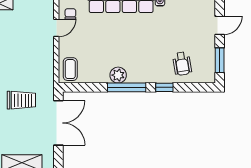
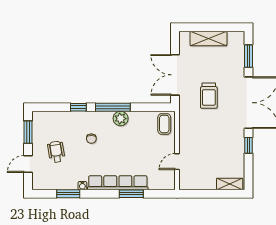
chair: (70, 14) -> (91, 139), moved
wheelchair: (182, 64) -> (56, 152), moved
trolley: (21, 100) -> (209, 96), turned -90

